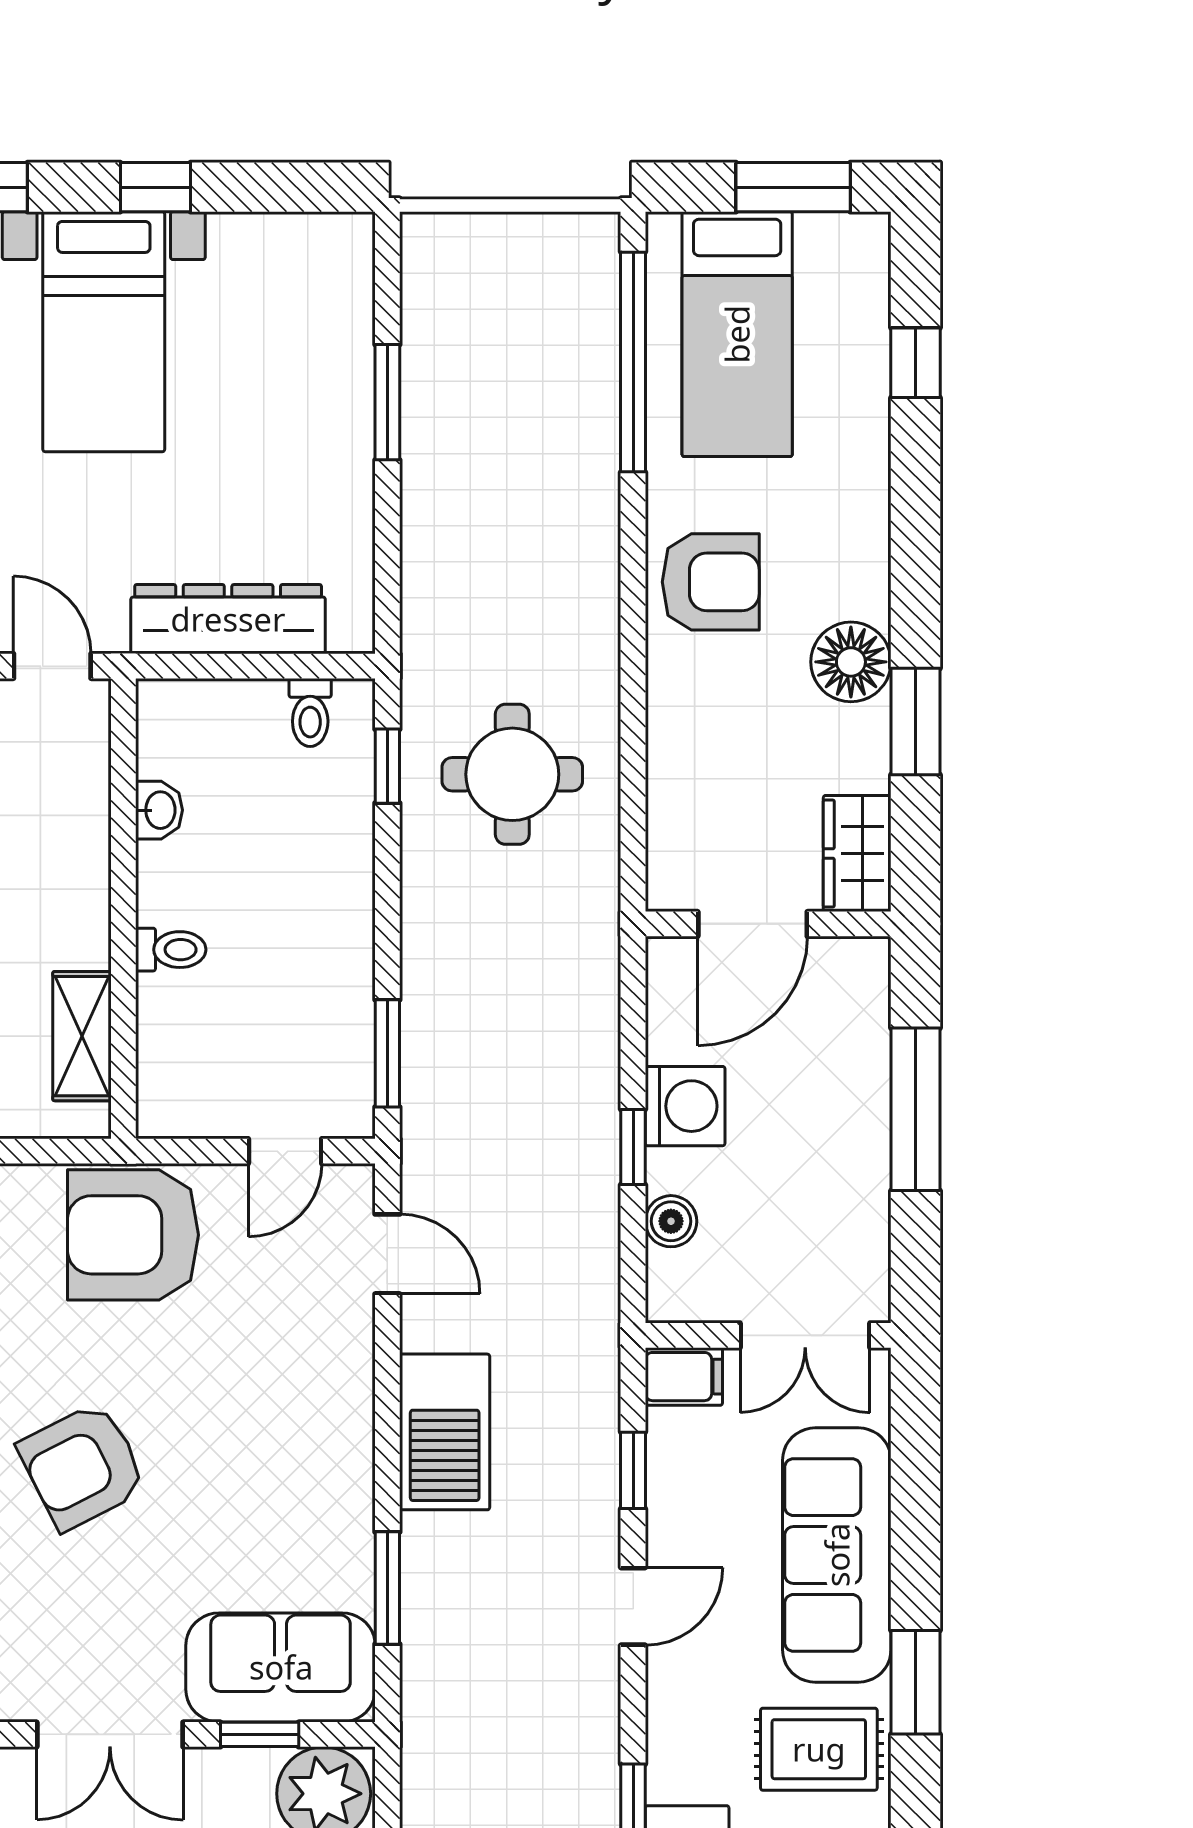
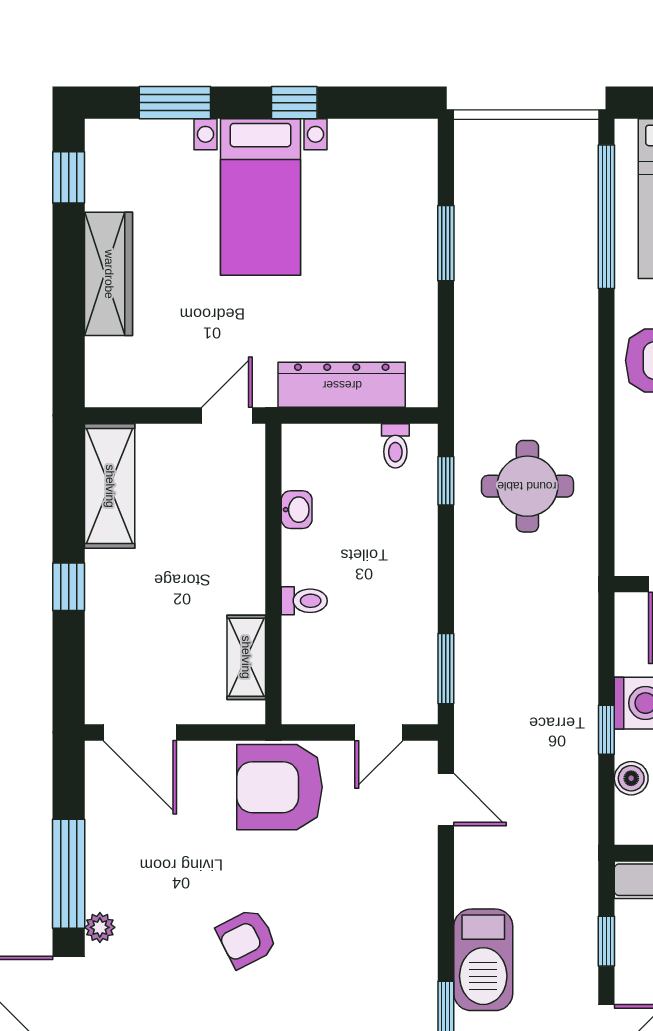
door: (52, 666) -> (227, 416), hinge flipped
barbecue: (445, 1432) -> (483, 960), moved
armchair: (83, 1466) -> (247, 938), width x0.72, depth x0.72

